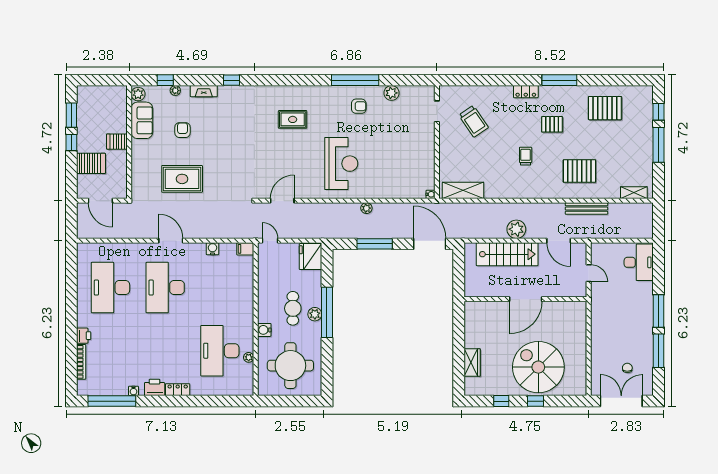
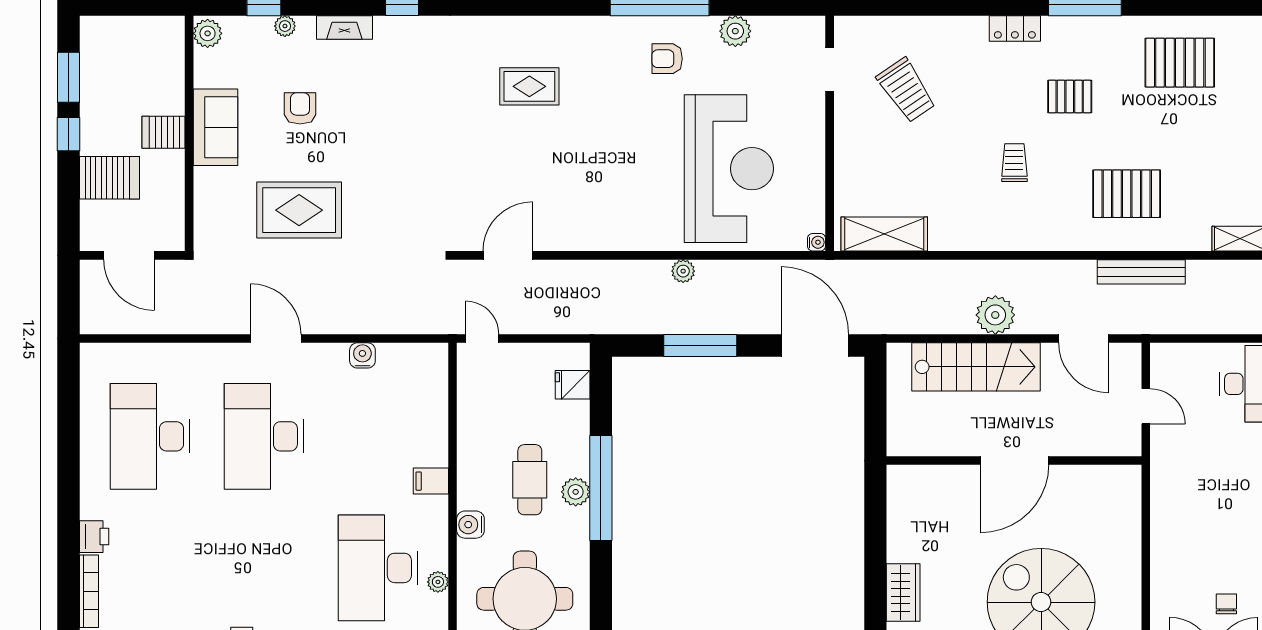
armchair: (359, 106) -> (667, 59), turned 180
sofa: (142, 120) -> (215, 127), moved
reception desk: (341, 164) -> (729, 169), moved, width x1.36, depth x1.30
filing cabinet: (245, 249) -> (431, 481), moved
fridge: (311, 257) -> (573, 385), width x0.53, depth x0.75

